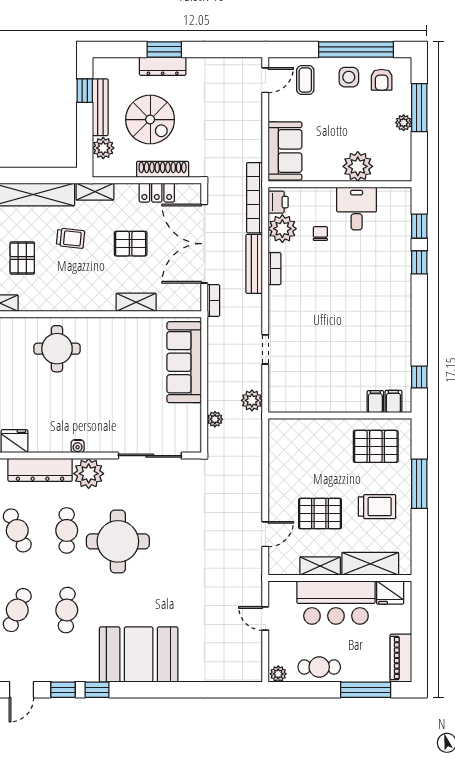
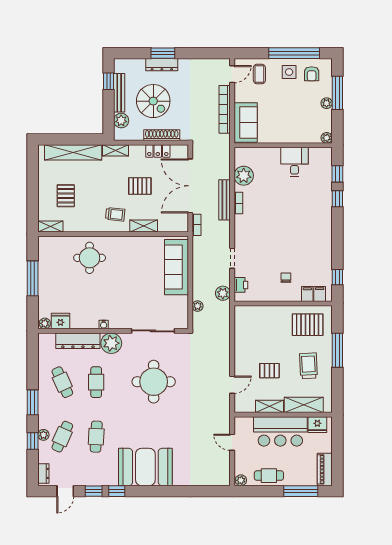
plant: (358, 166) -> (327, 138), moved, width x0.53, depth x0.53
bookcase: (254, 198) -> (225, 109), moved
printer: (278, 202) -> (241, 285), moved
chair: (320, 234) -> (286, 278), moved
trolley: (70, 238) -> (115, 214), moved
trolley: (377, 507) -> (308, 366), turned -93
pallet: (320, 514) -> (269, 371), width x0.67, depth x0.71
round table: (118, 541) -> (154, 382), moved

